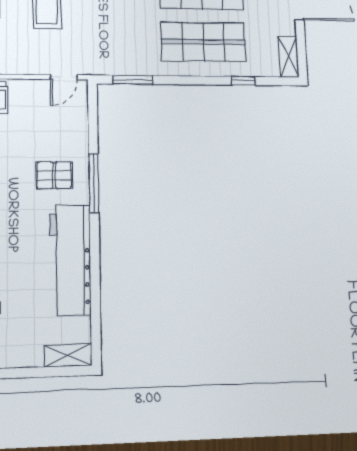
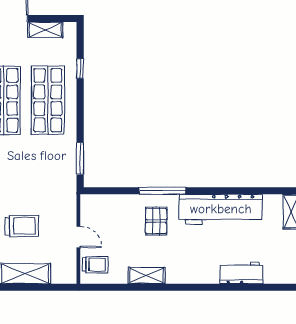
shelving: (288, 57) -> (45, 30), moved
door: (64, 77) -> (78, 237), moved

